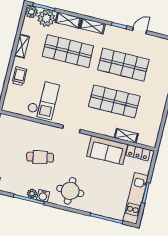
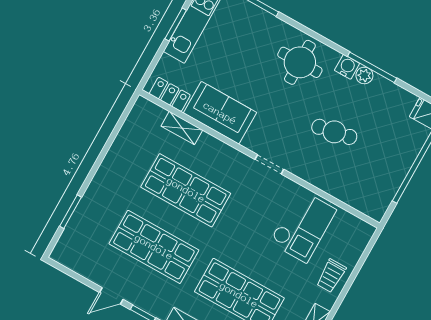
checkout: (43, 100) -> (303, 226), turned 180

